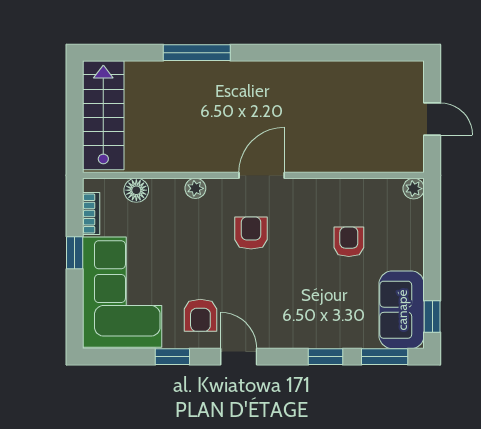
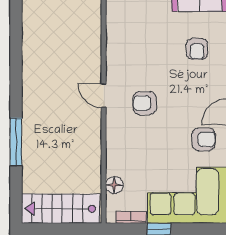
door: (262, 175) -> (104, 96), width x0.73
plant: (195, 188) -> (113, 143), removed
armchair: (349, 242) -> (197, 49), moved, turned -90

